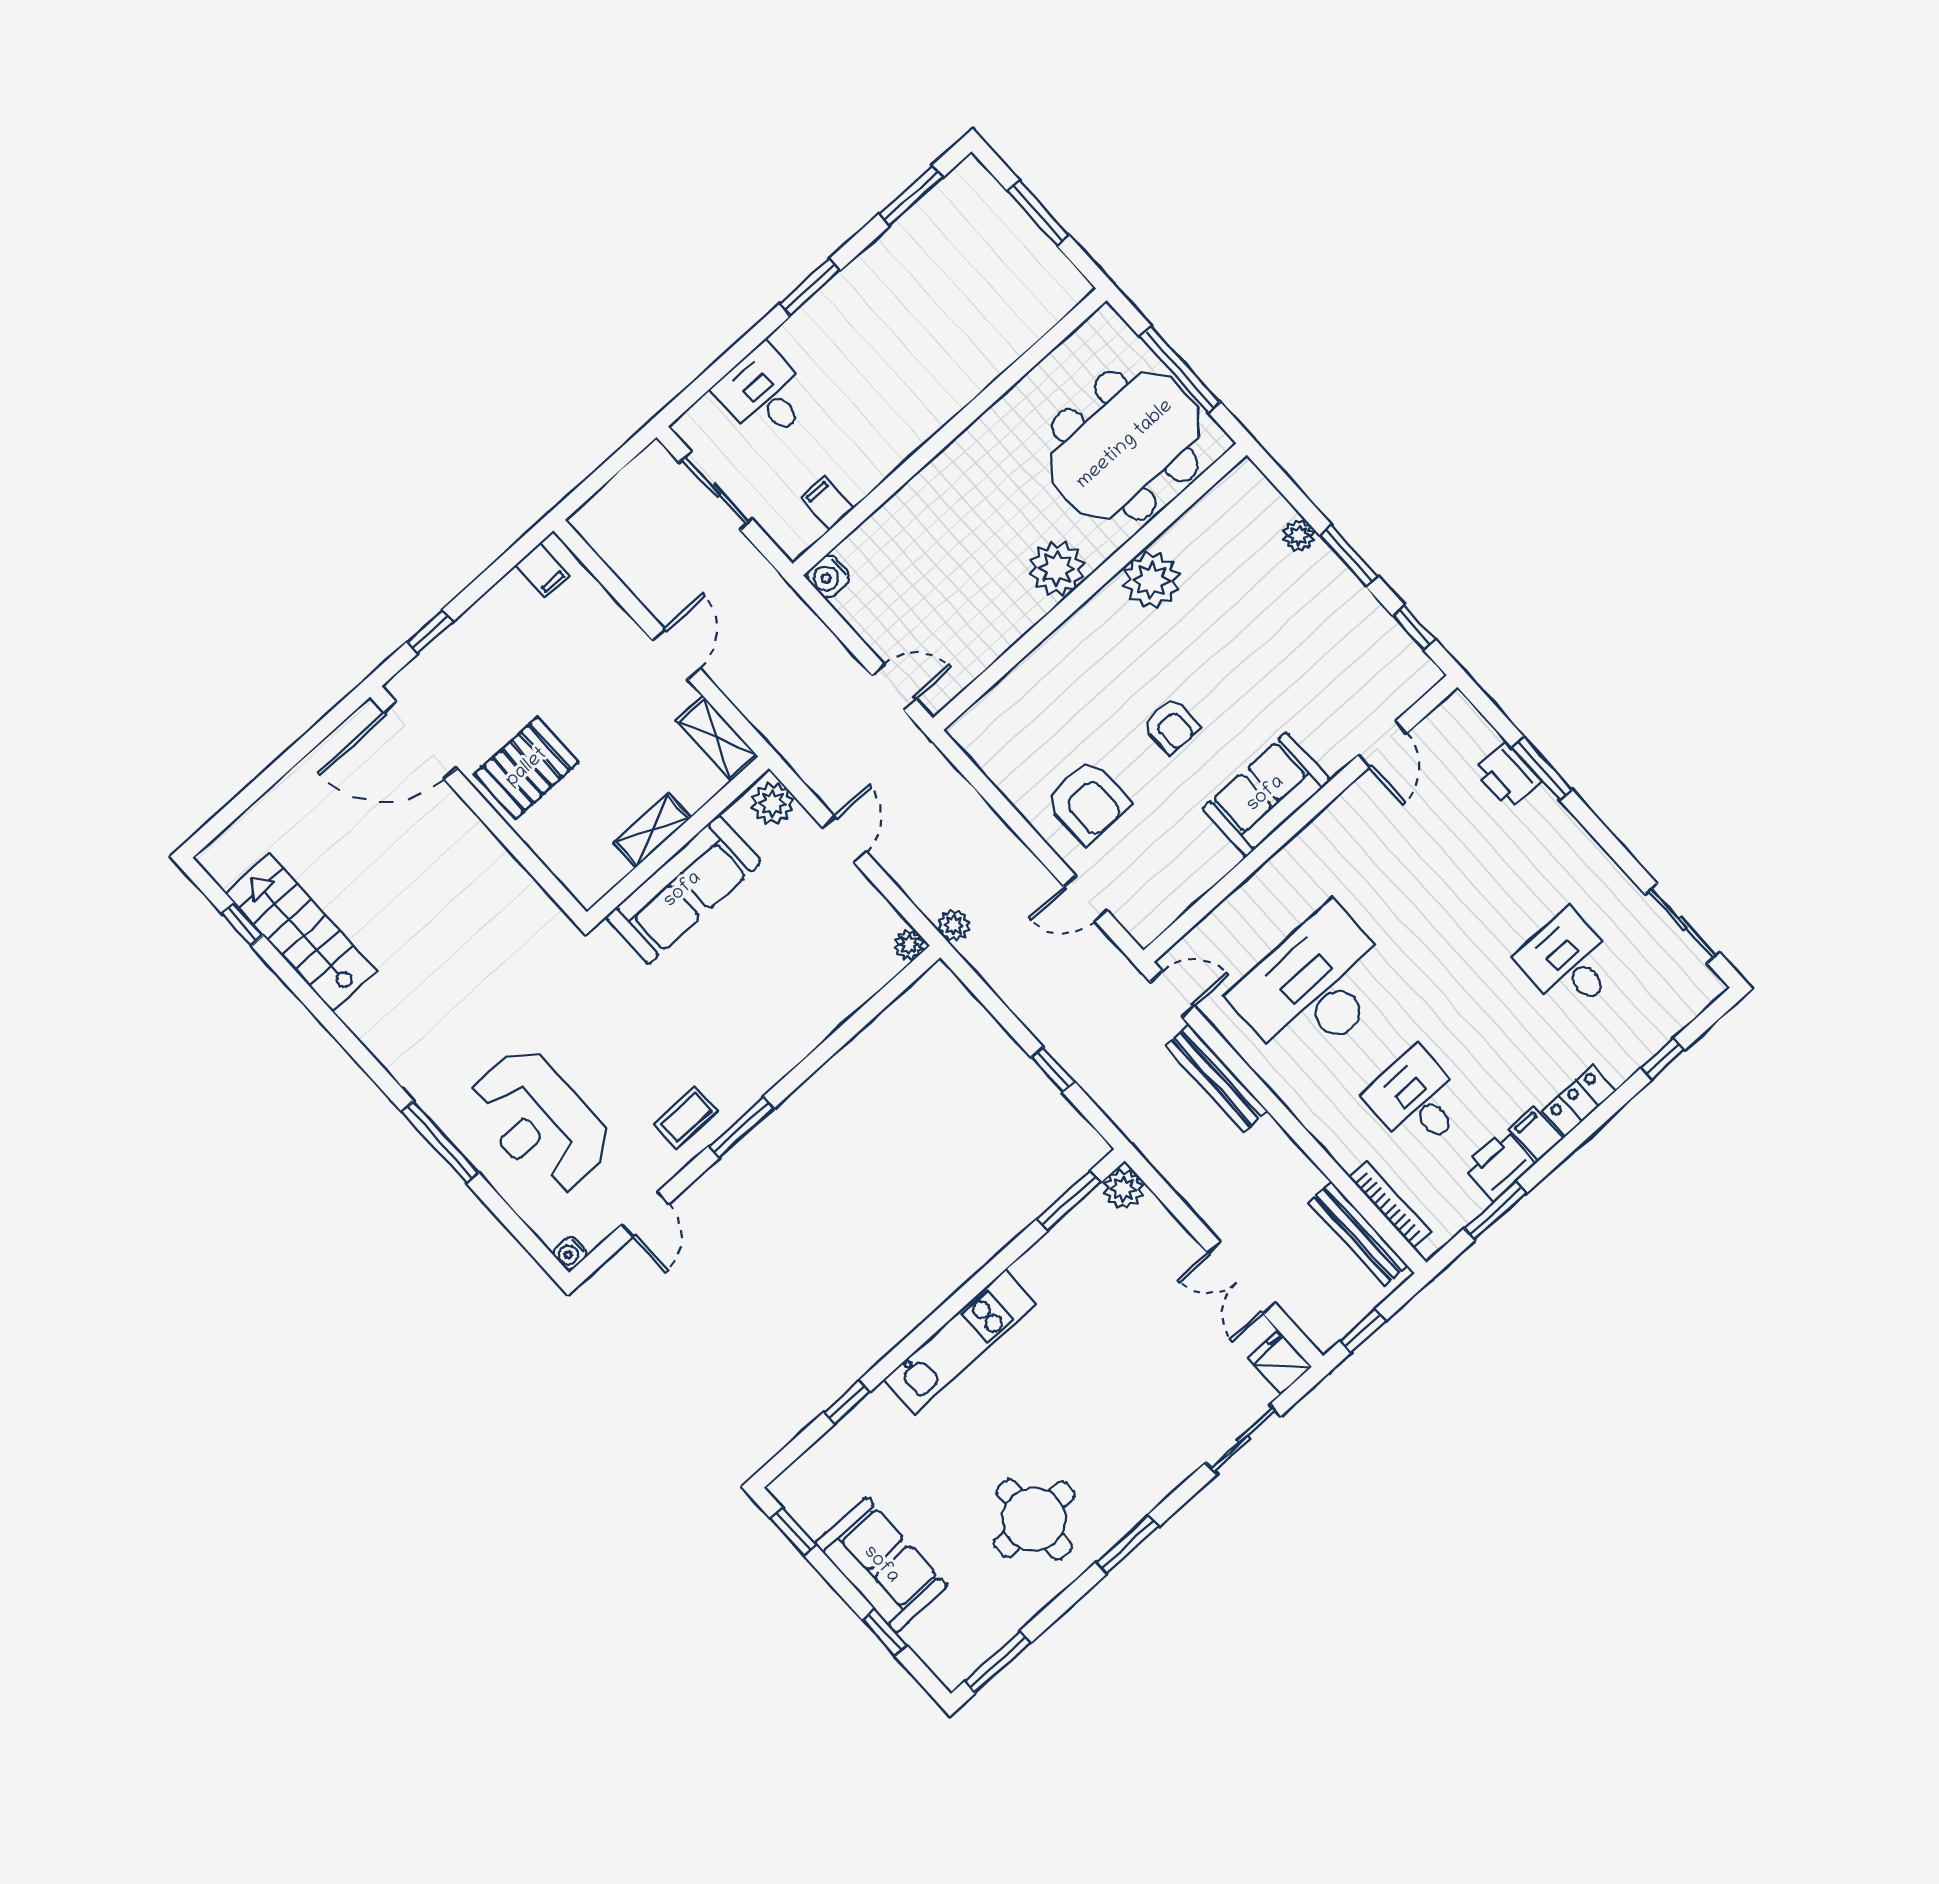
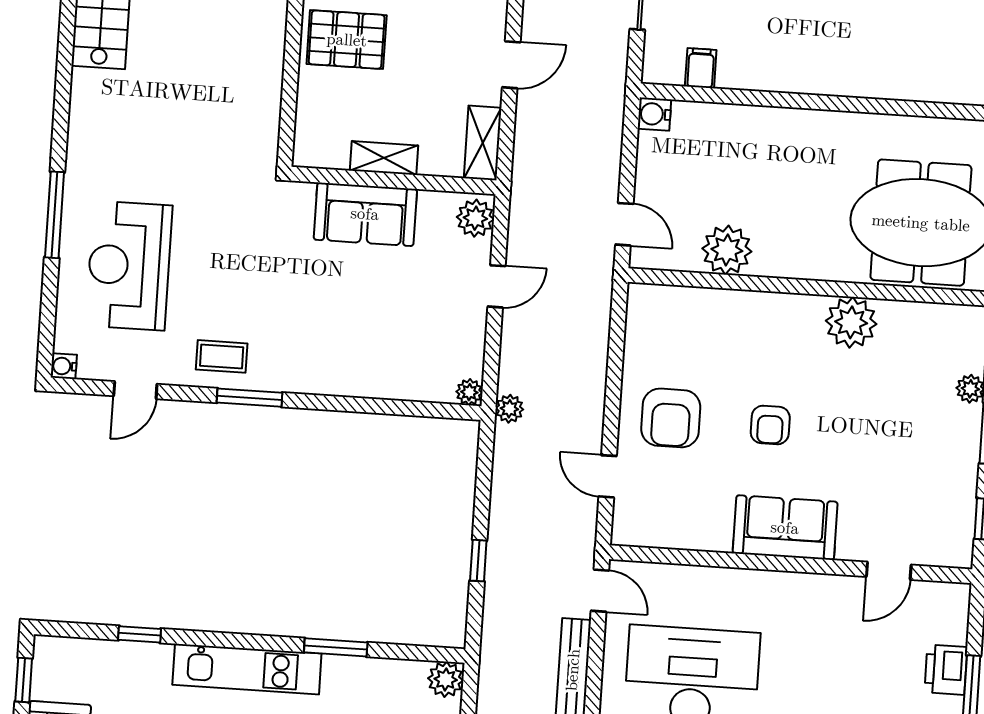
plant: (1057, 568) -> (727, 250), moved
sofa: (683, 890) -> (365, 214), width x0.73
window: (1069, 1201) -> (336, 647), moved

